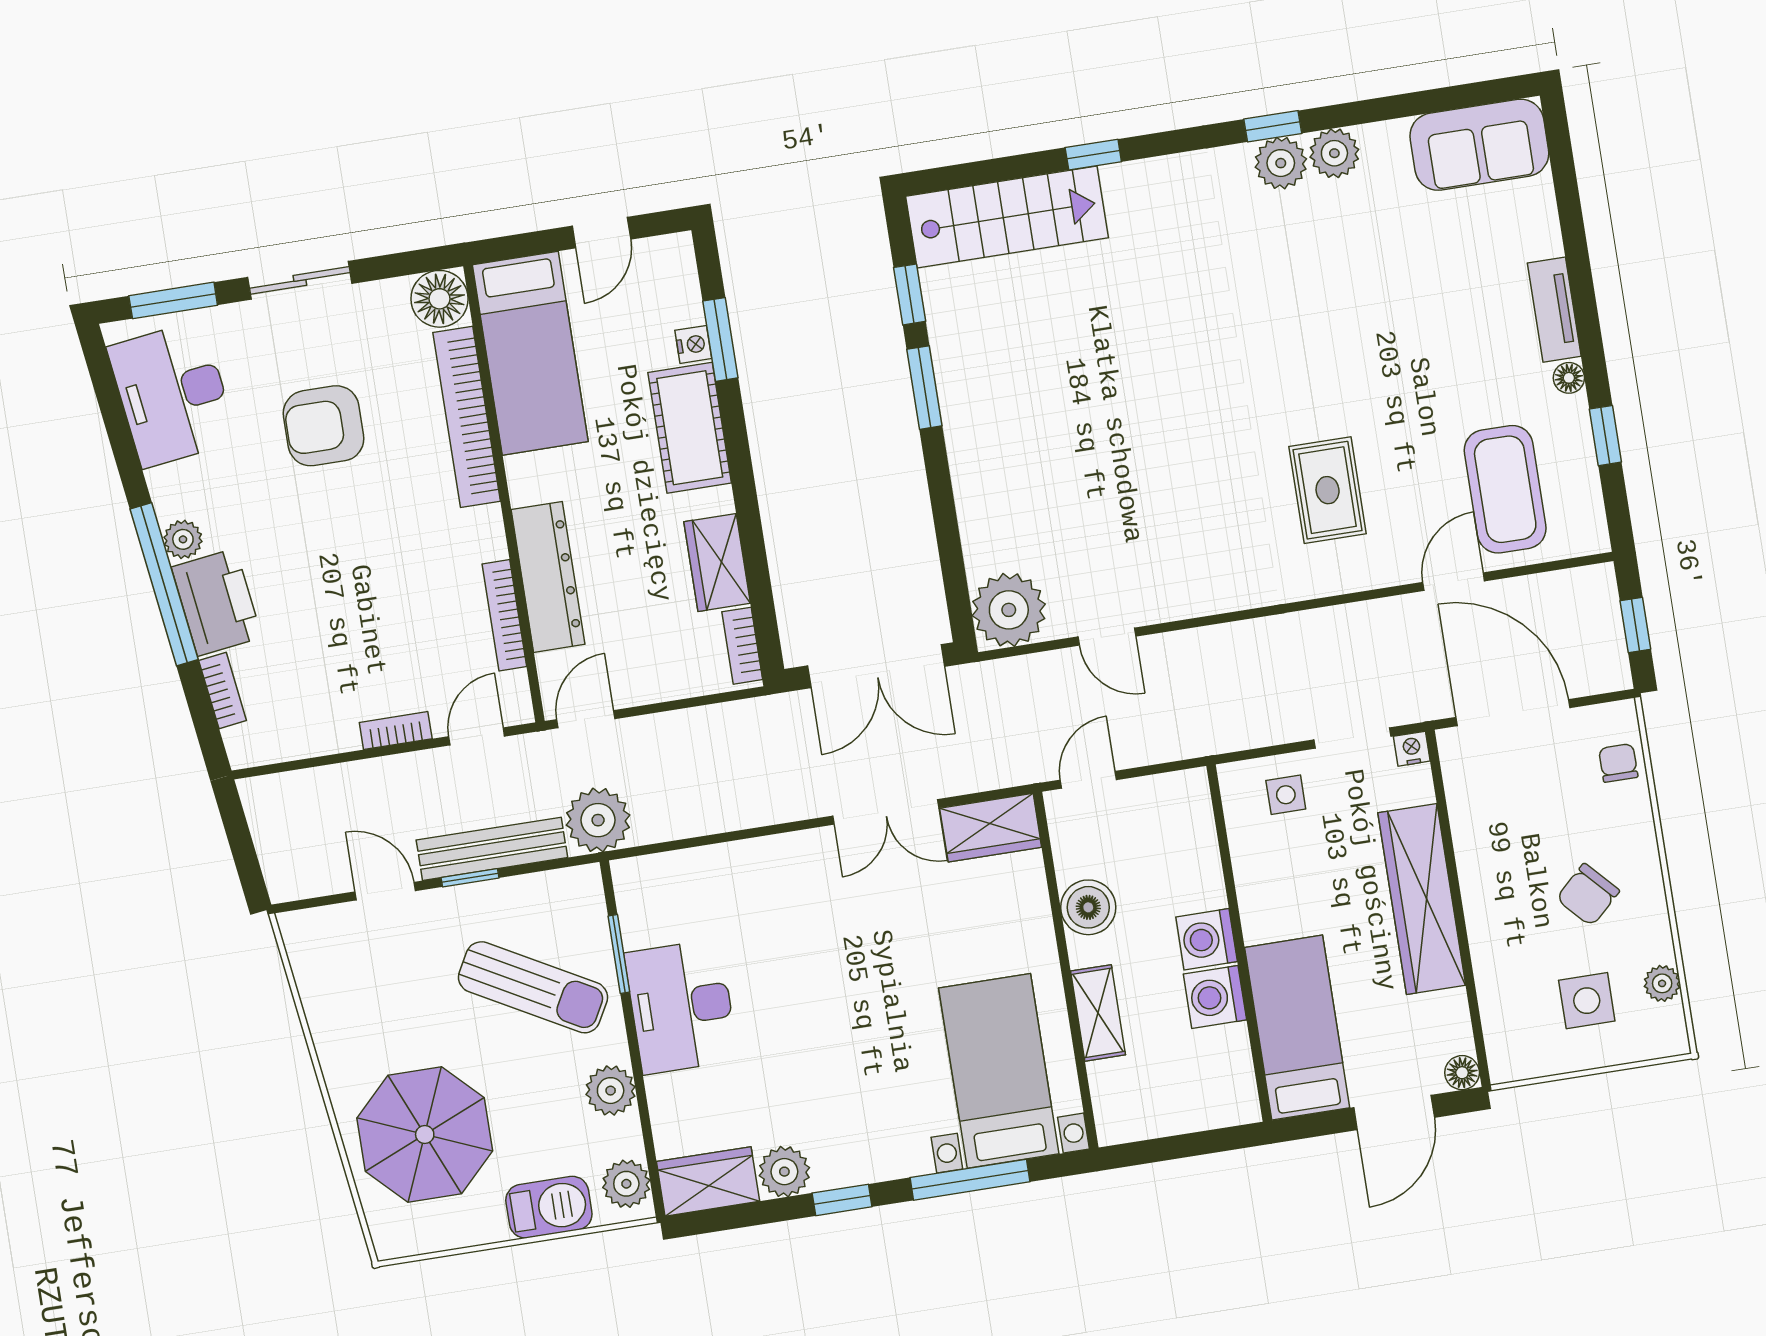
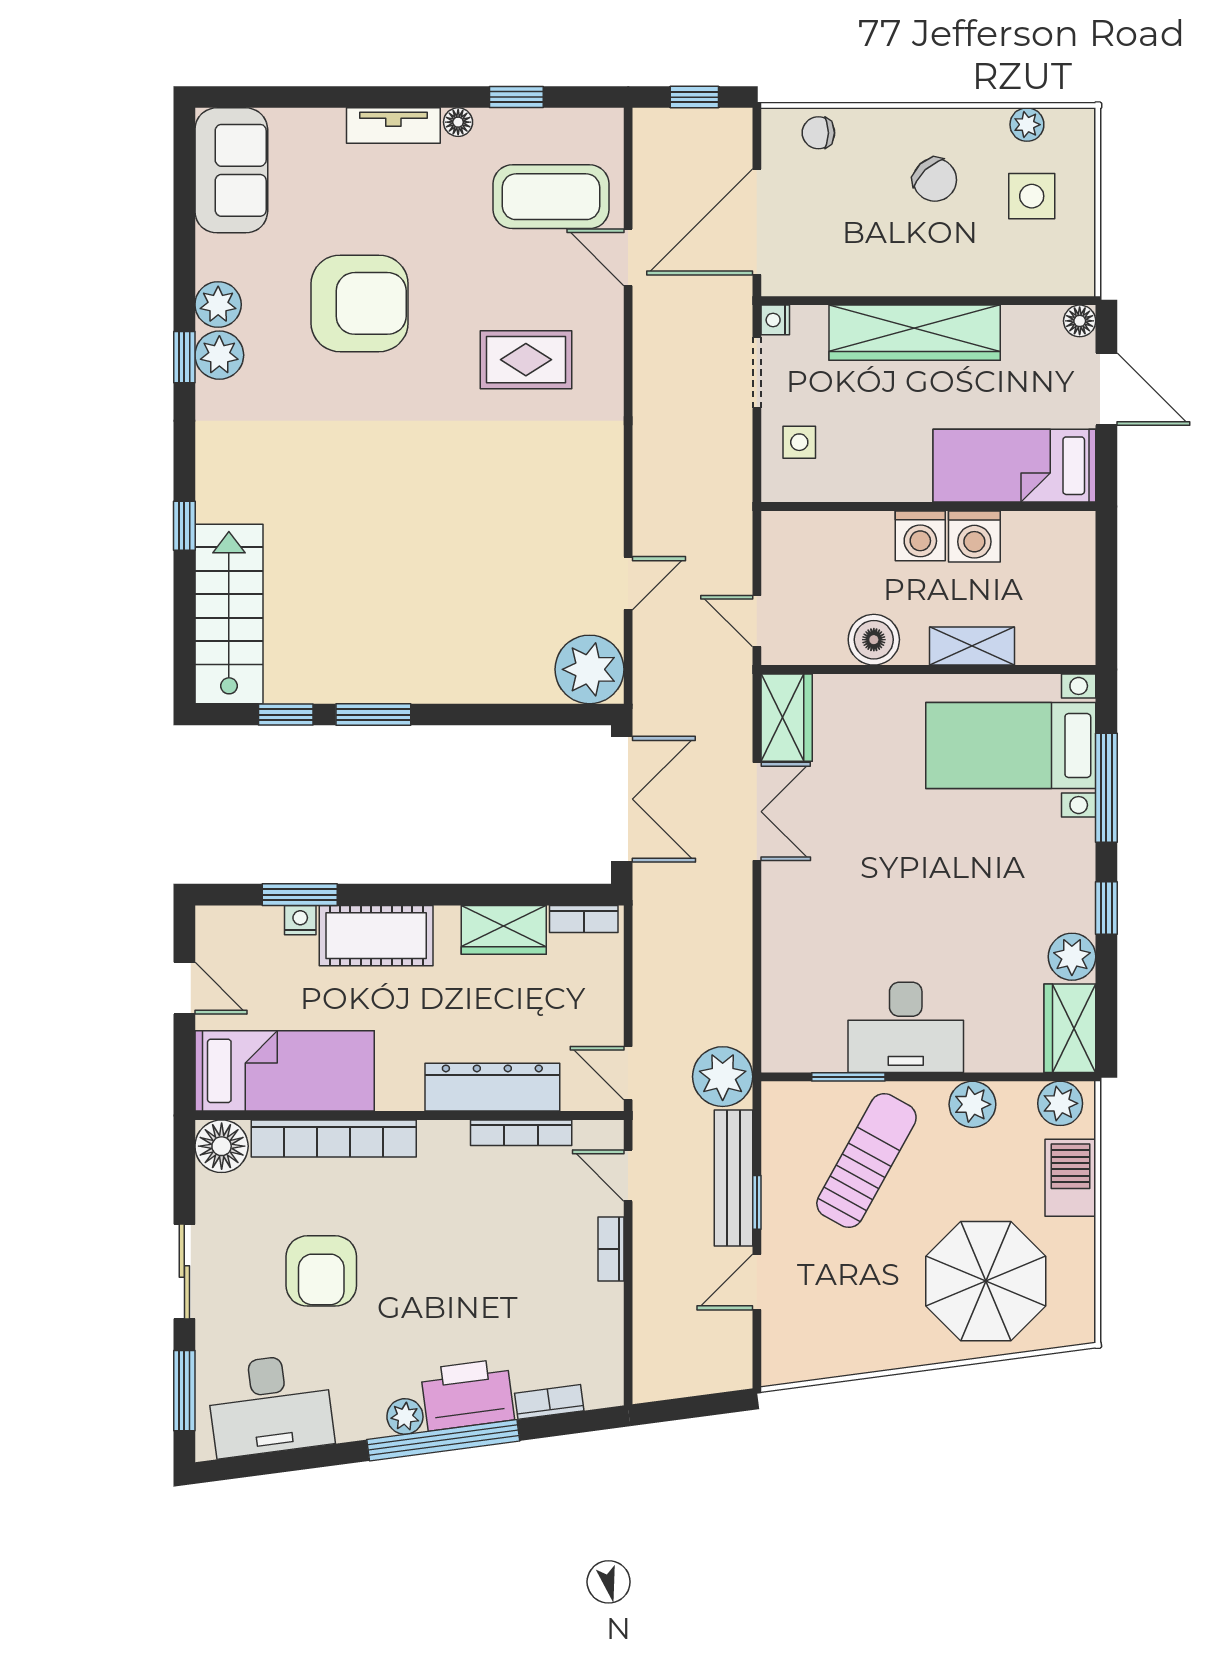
armchair: (1359, 304) -> (360, 303), added

